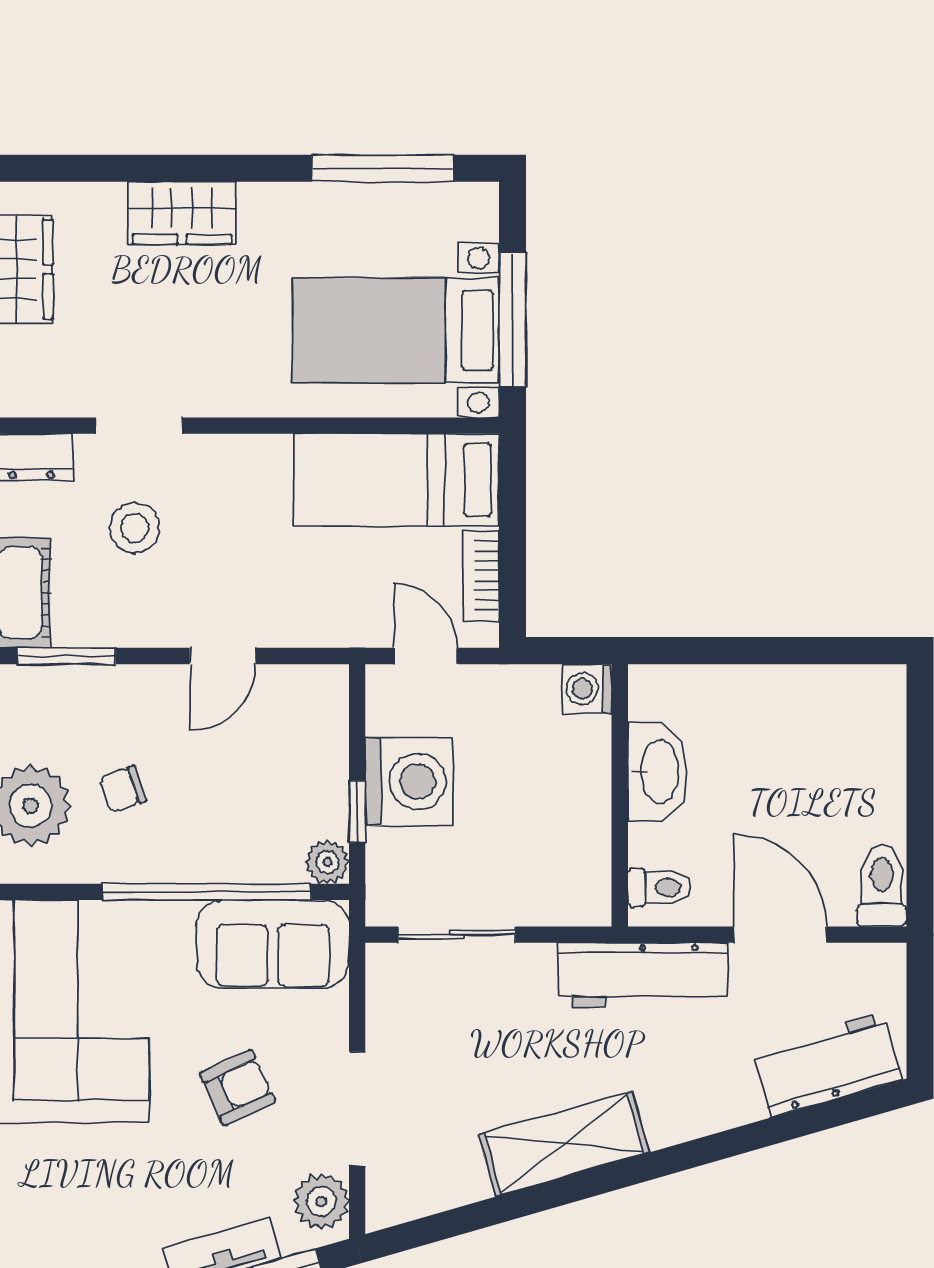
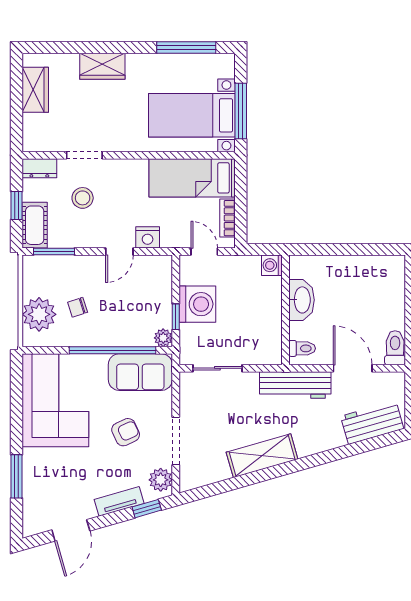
nightstand: (290, 622) -> (148, 237), added

